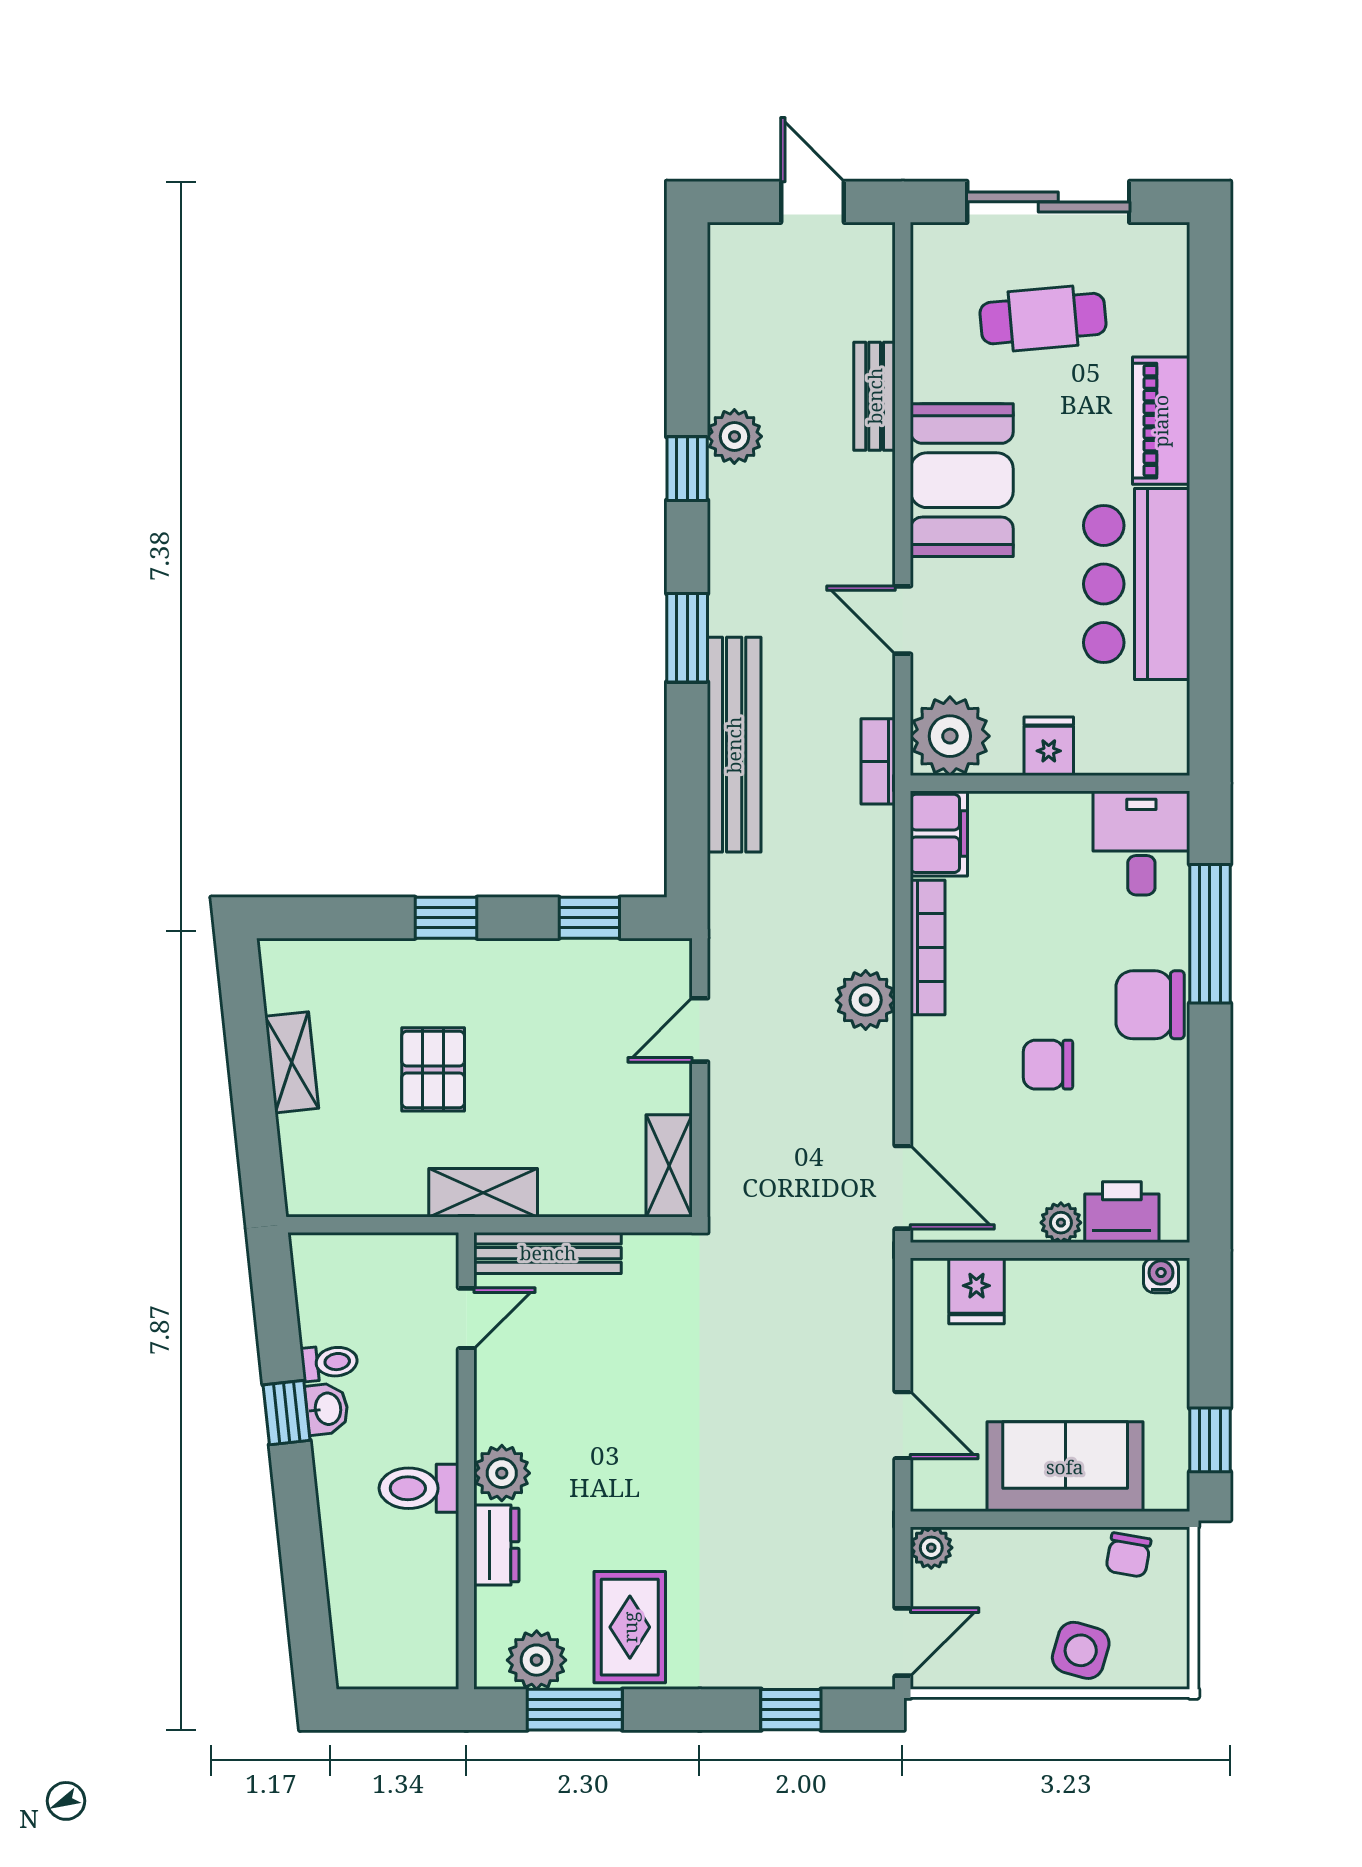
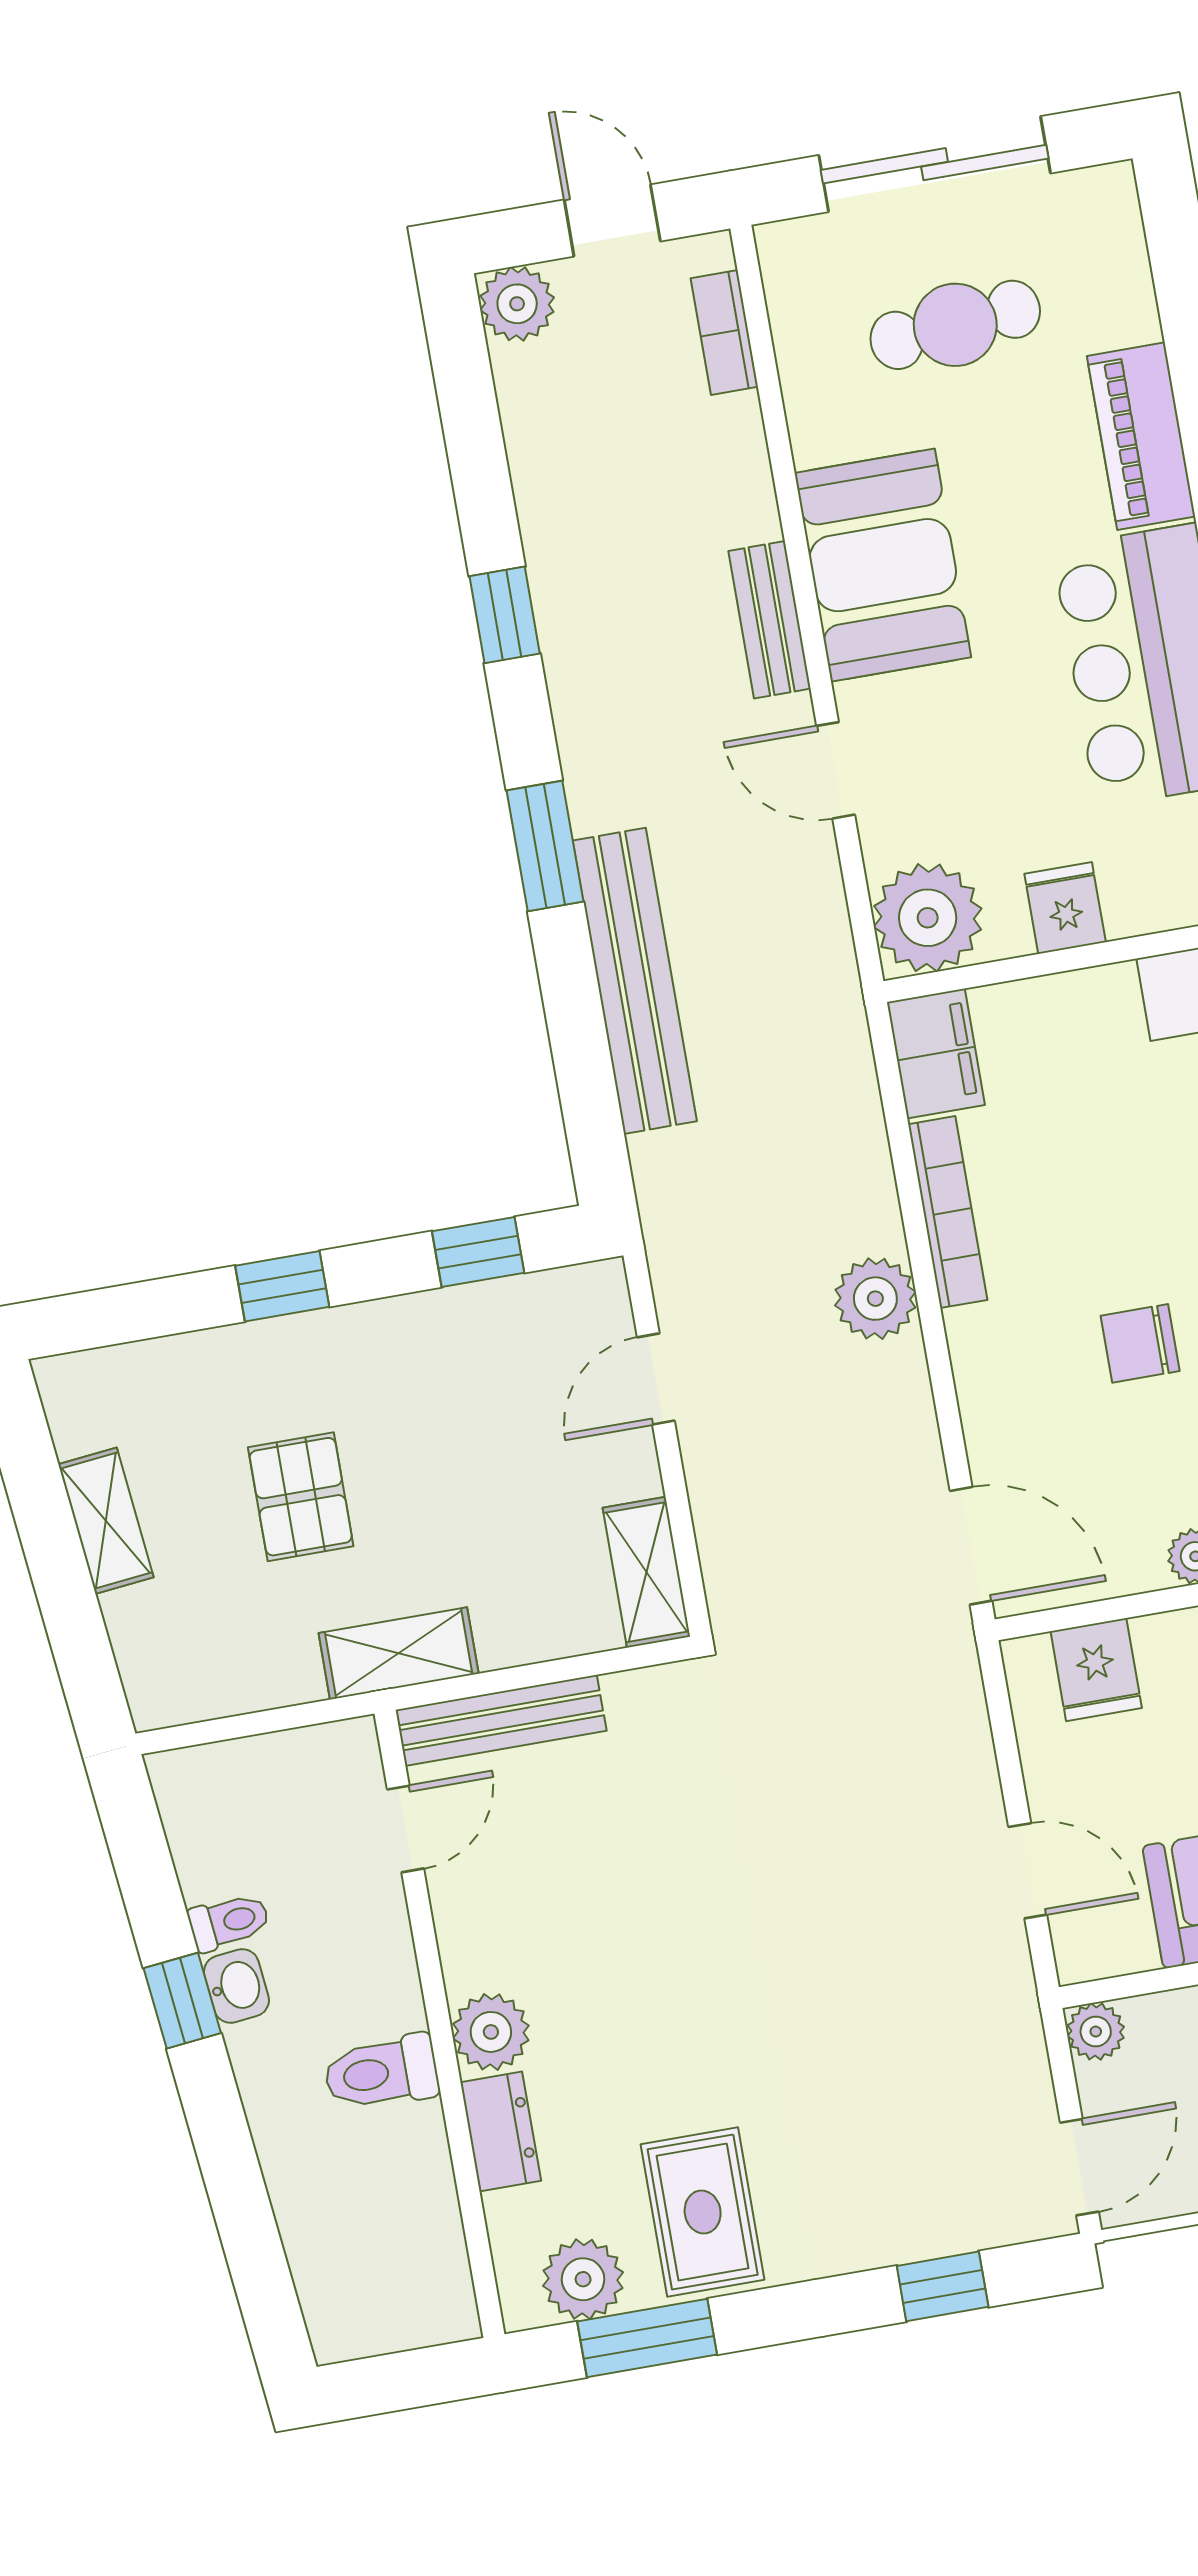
bench: (875, 396) -> (770, 620), moved
plant: (734, 436) -> (517, 304), moved
bookcase: (878, 761) -> (724, 332), moved

